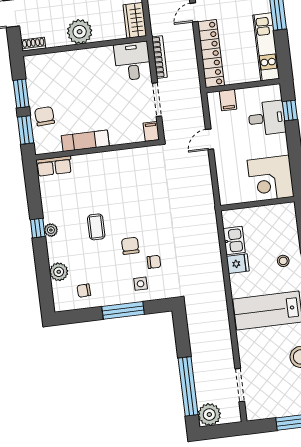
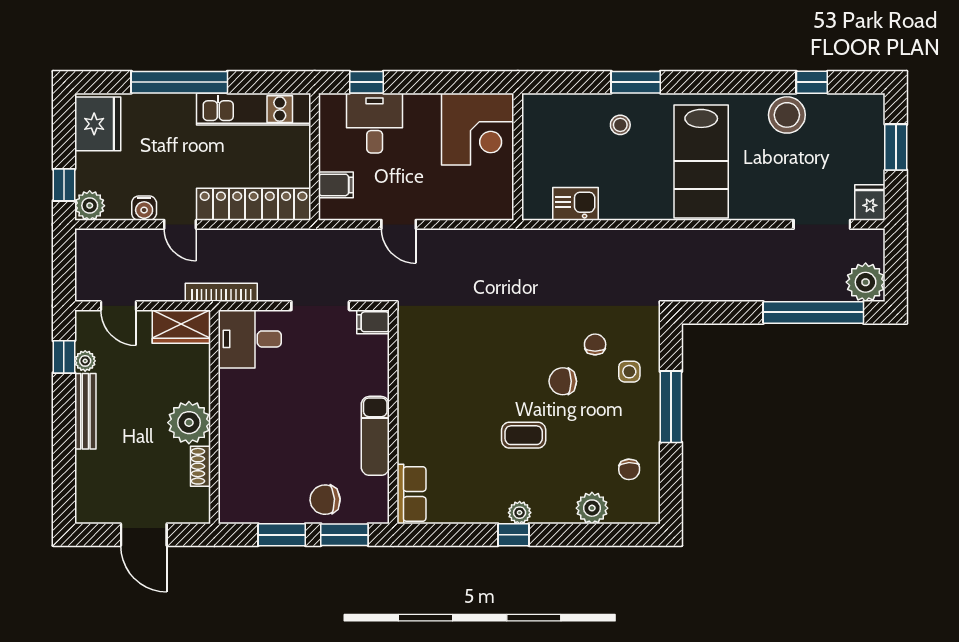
shoe rack: (33, 44) -> (200, 466), moved
bookcase: (159, 57) -> (221, 292), moved
fridge: (238, 264) -> (870, 202), moved

